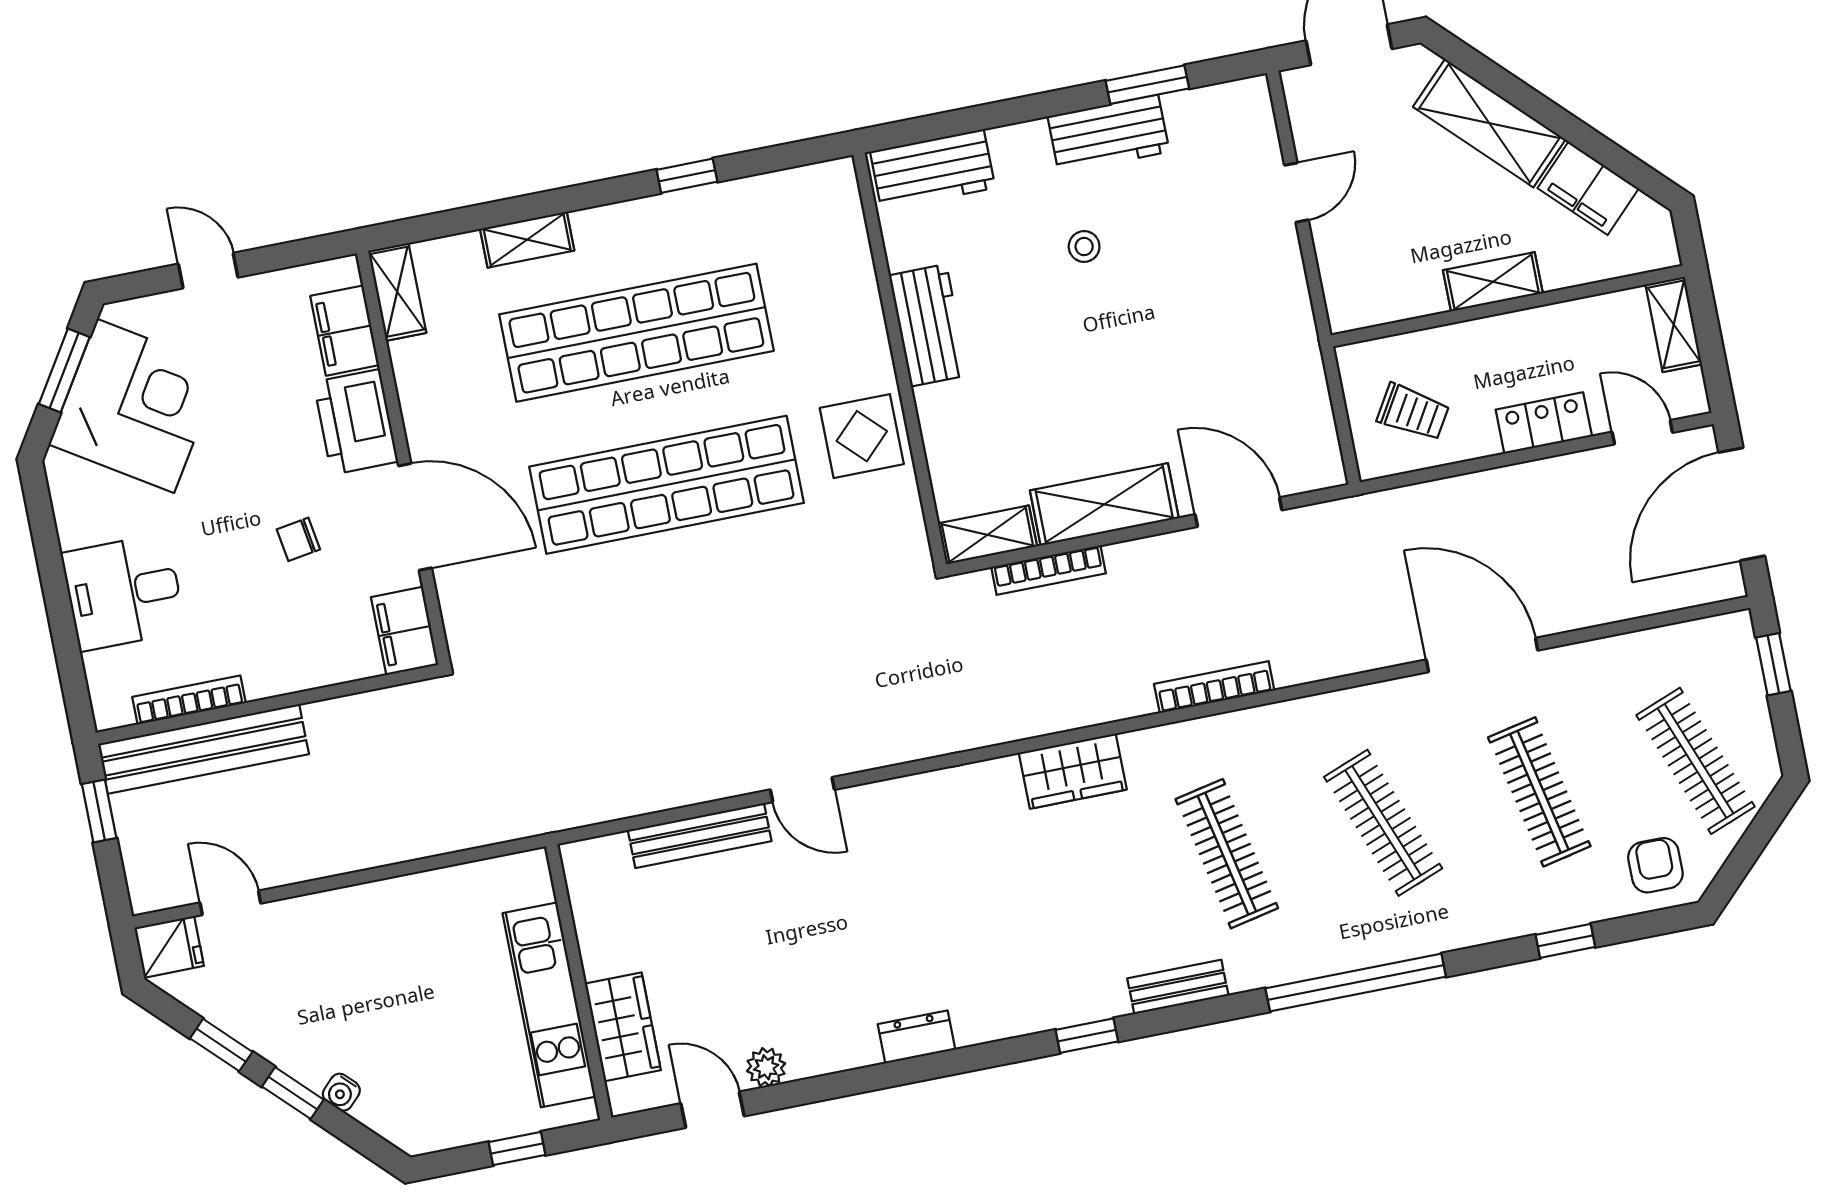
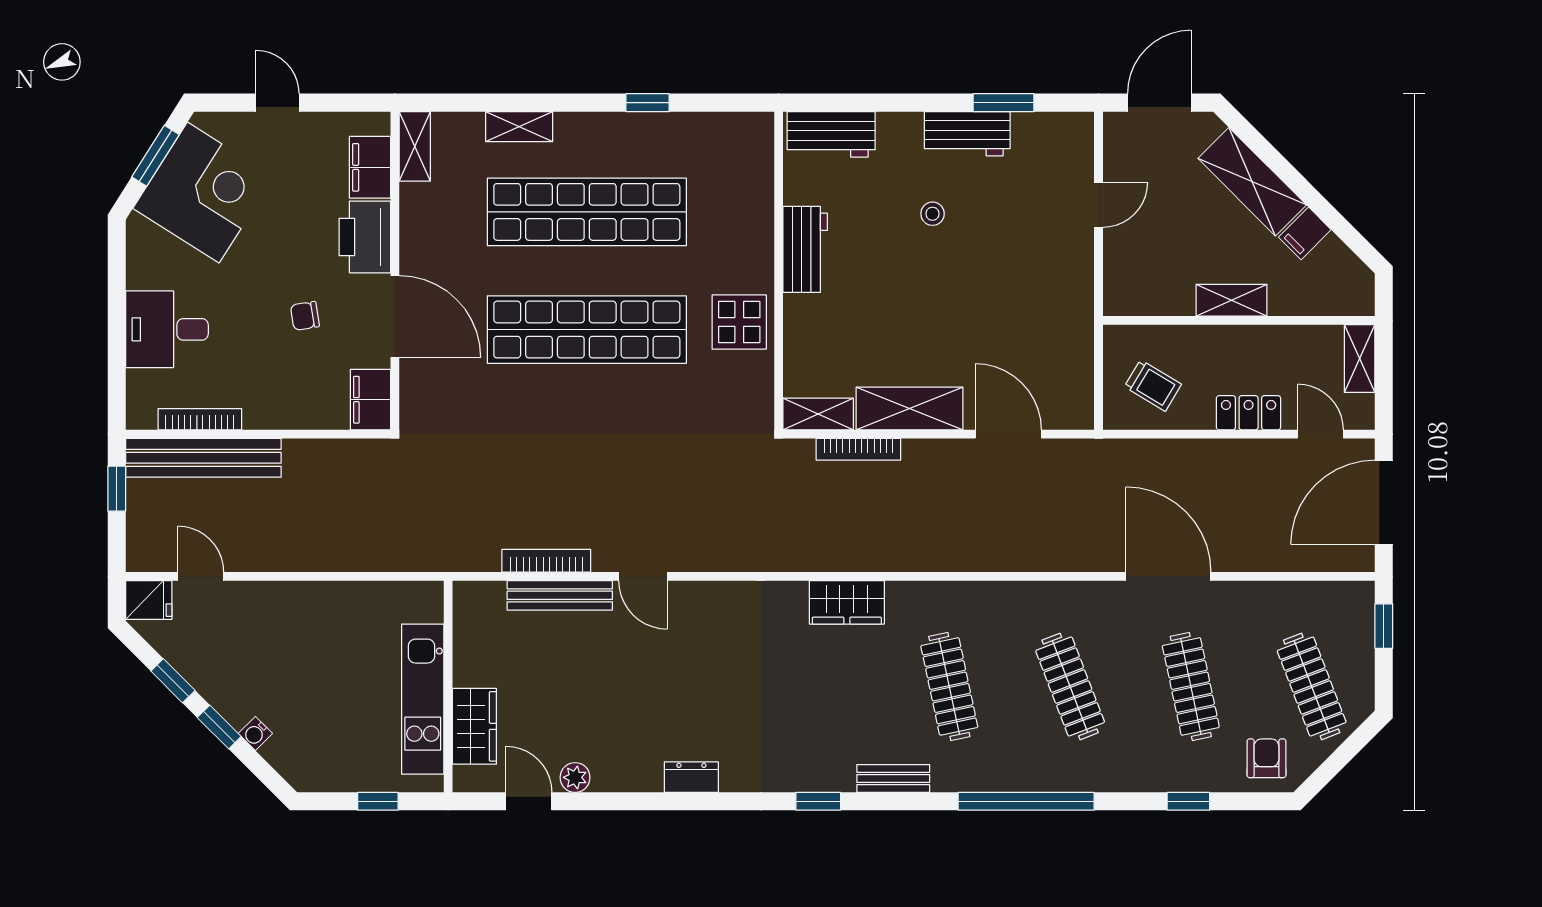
filing cabinet: (1588, 188) -> (1305, 233), width x0.50
bookcase: (1214, 687) -> (546, 561), moved

